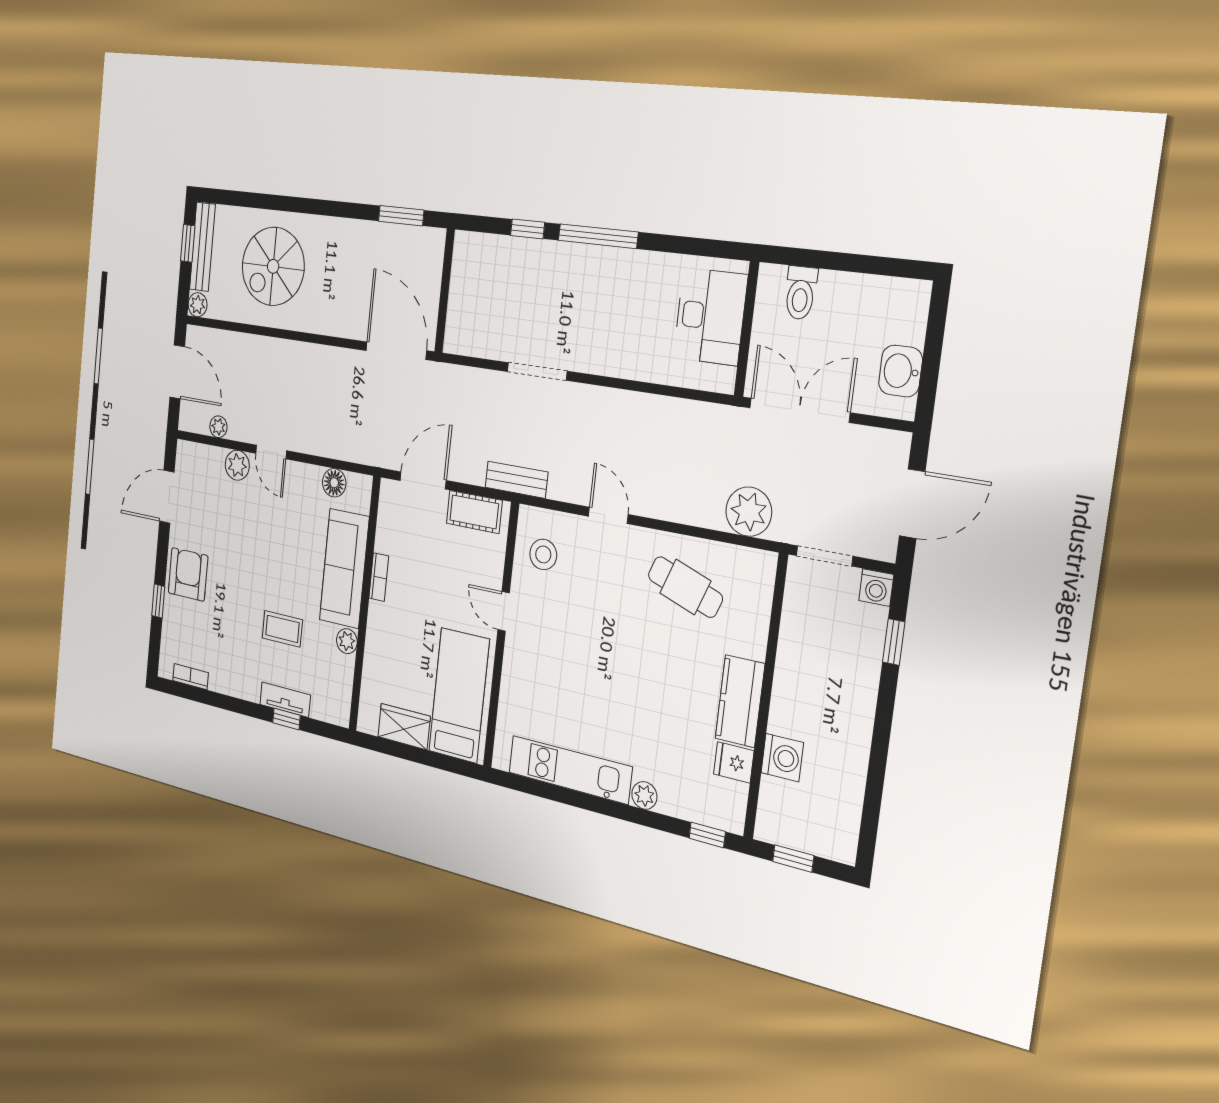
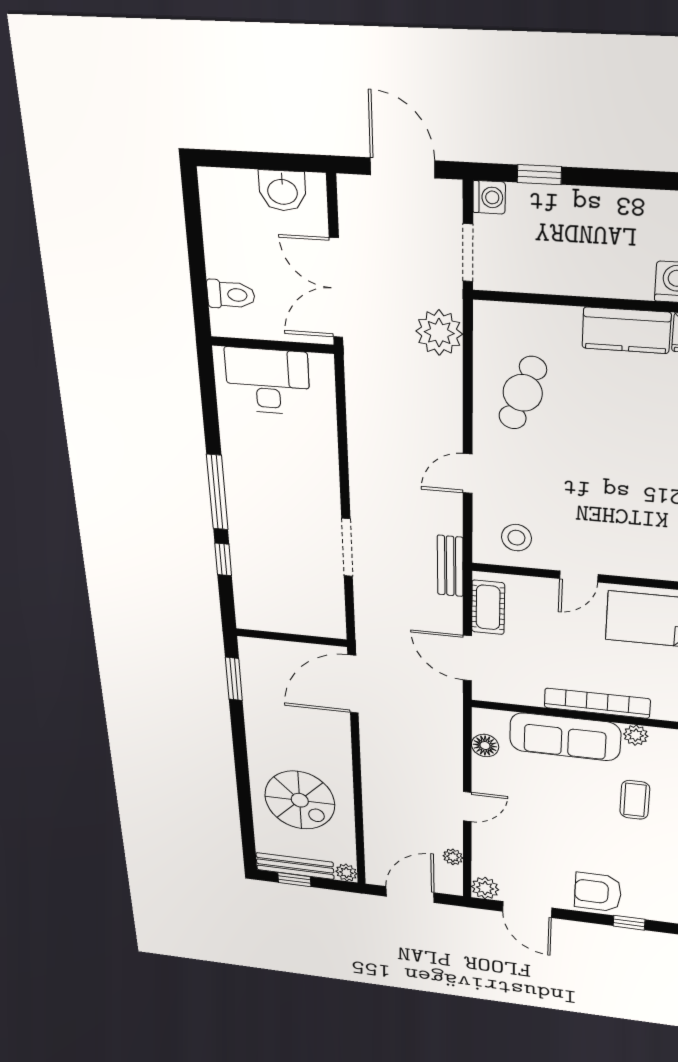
plant: (237, 465) -> (485, 888), moved
bookcase: (379, 577) -> (597, 703), width x2.31, depth x1.31

